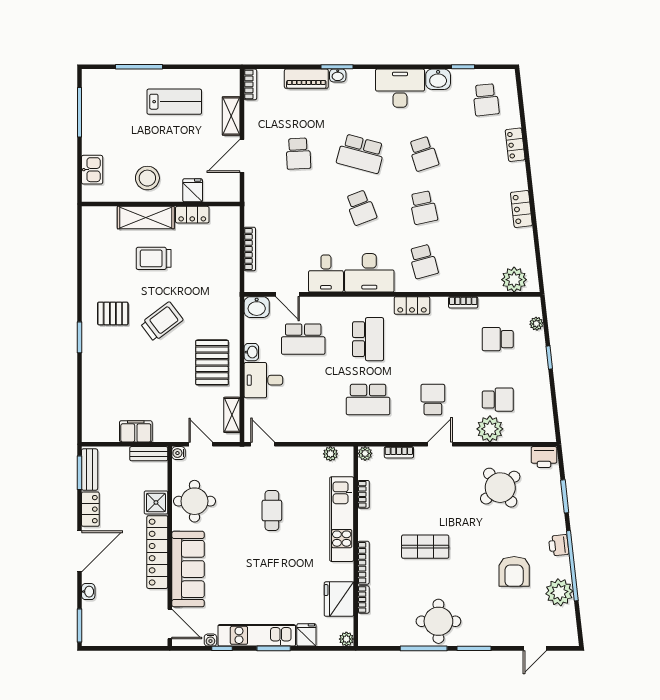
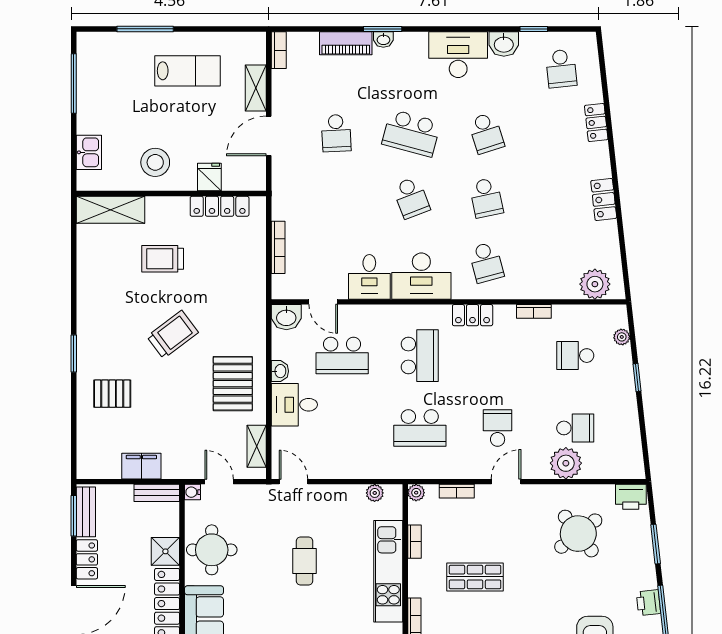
locker: (192, 215) -> (220, 206), width x1.53
shelving: (146, 218) -> (110, 210), moved
pallet: (113, 313) -> (112, 394), moved
shop shelf: (425, 547) -> (475, 577), moved

